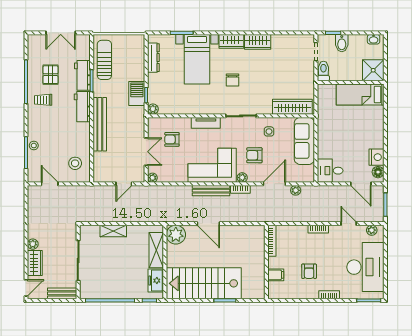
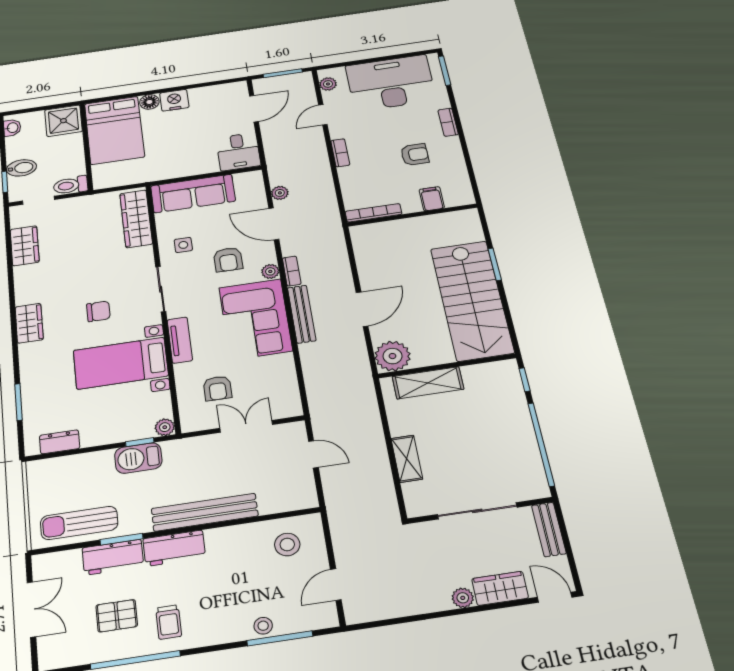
wardrobe: (258, 42) -> (25, 246), moved
dresser: (153, 58) -> (60, 442), width x0.70
bed with nightstands: (197, 59) -> (121, 363), moved, turned 180
bed: (360, 95) -> (114, 130), width x1.50
nightstand: (377, 157) -> (174, 100), moved
floor lamp: (378, 172) -> (149, 102), moved
plant: (152, 178) -> (294, 409), removed
freezer: (156, 281) -> (485, 375), removed

